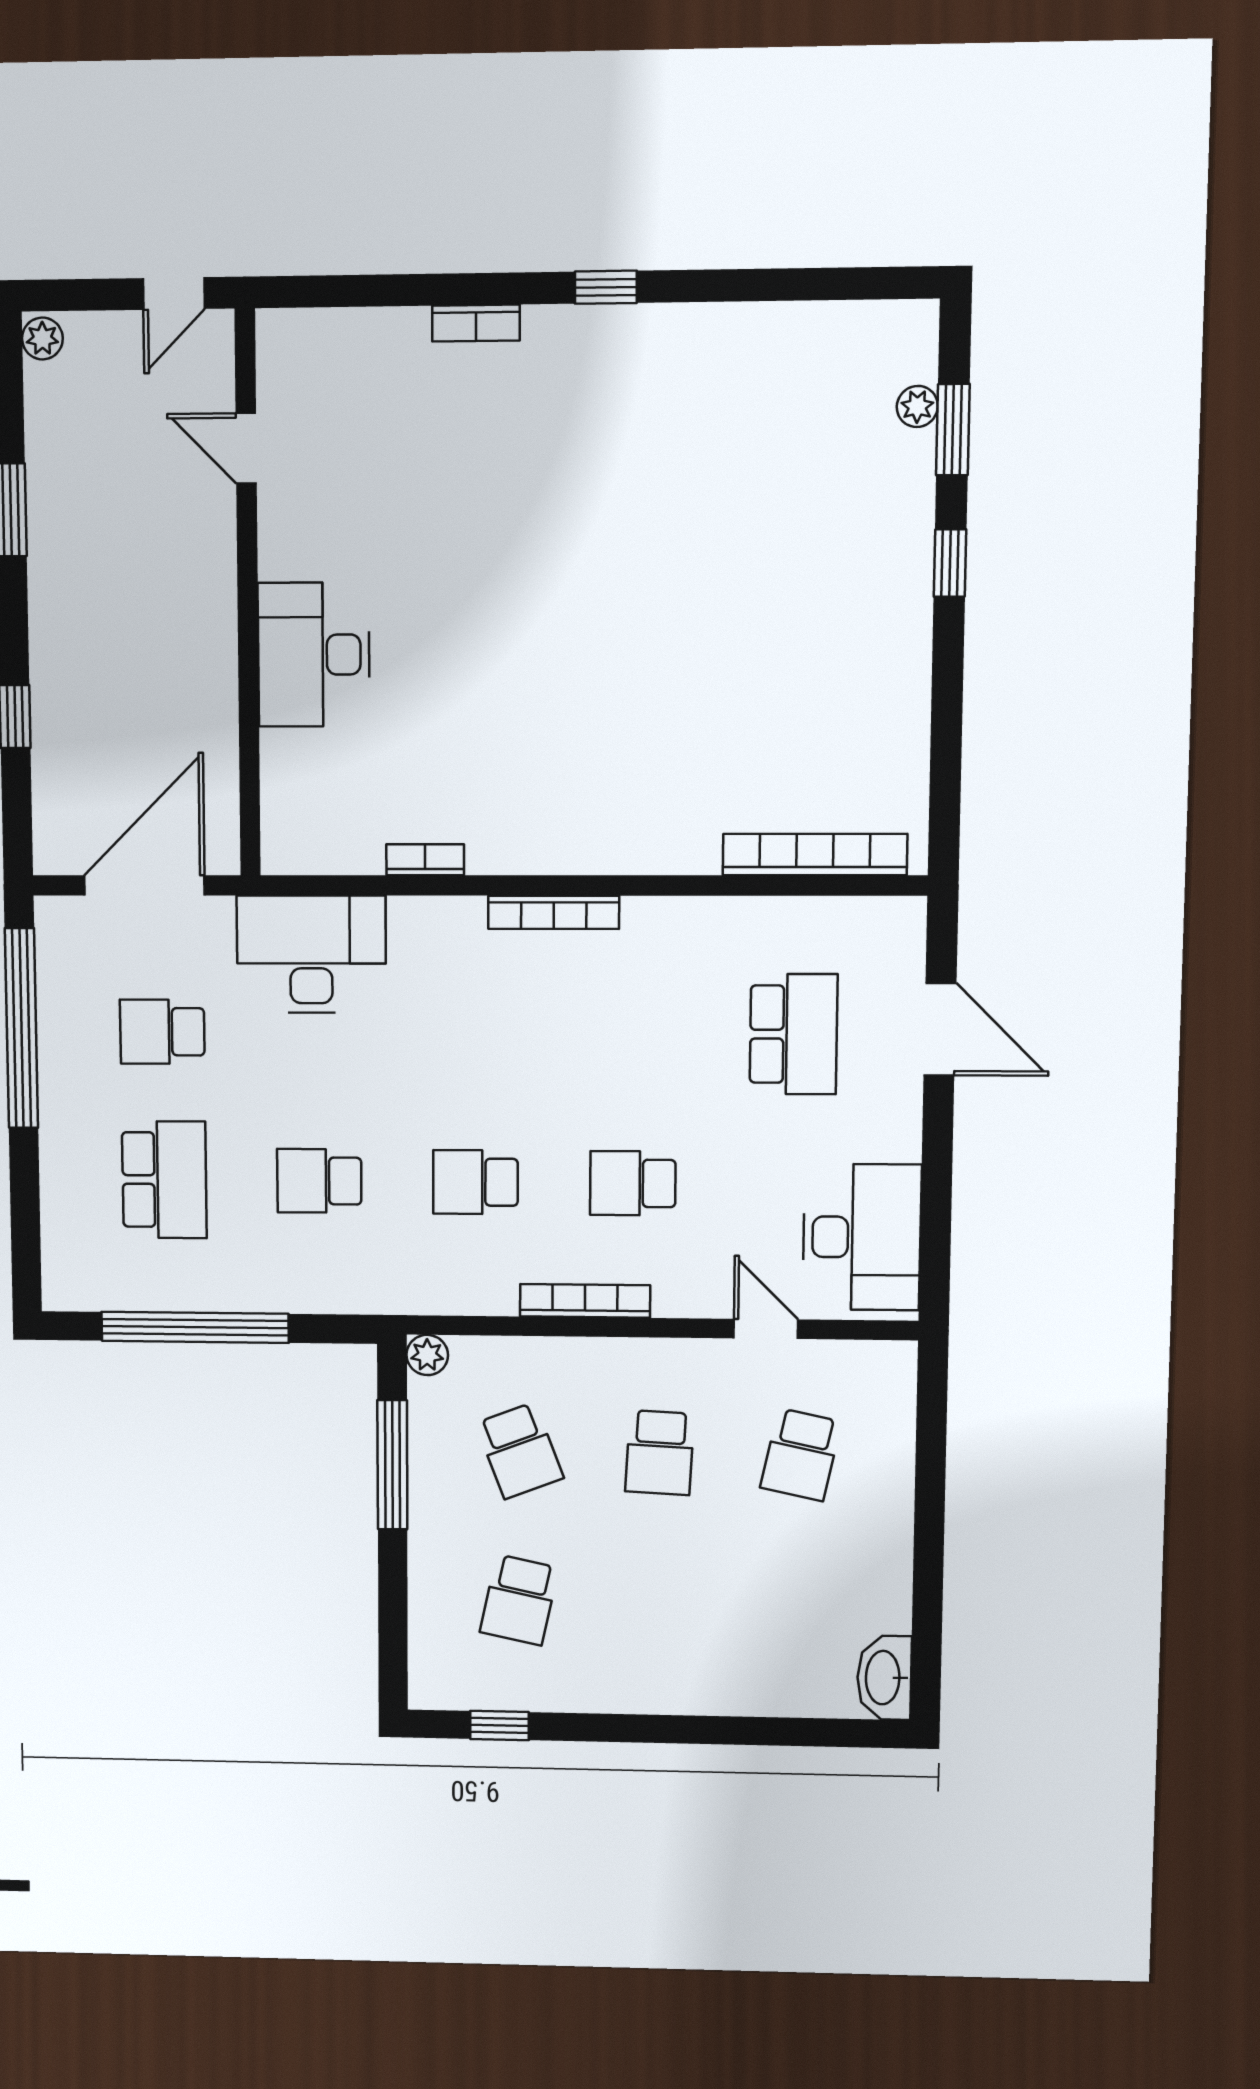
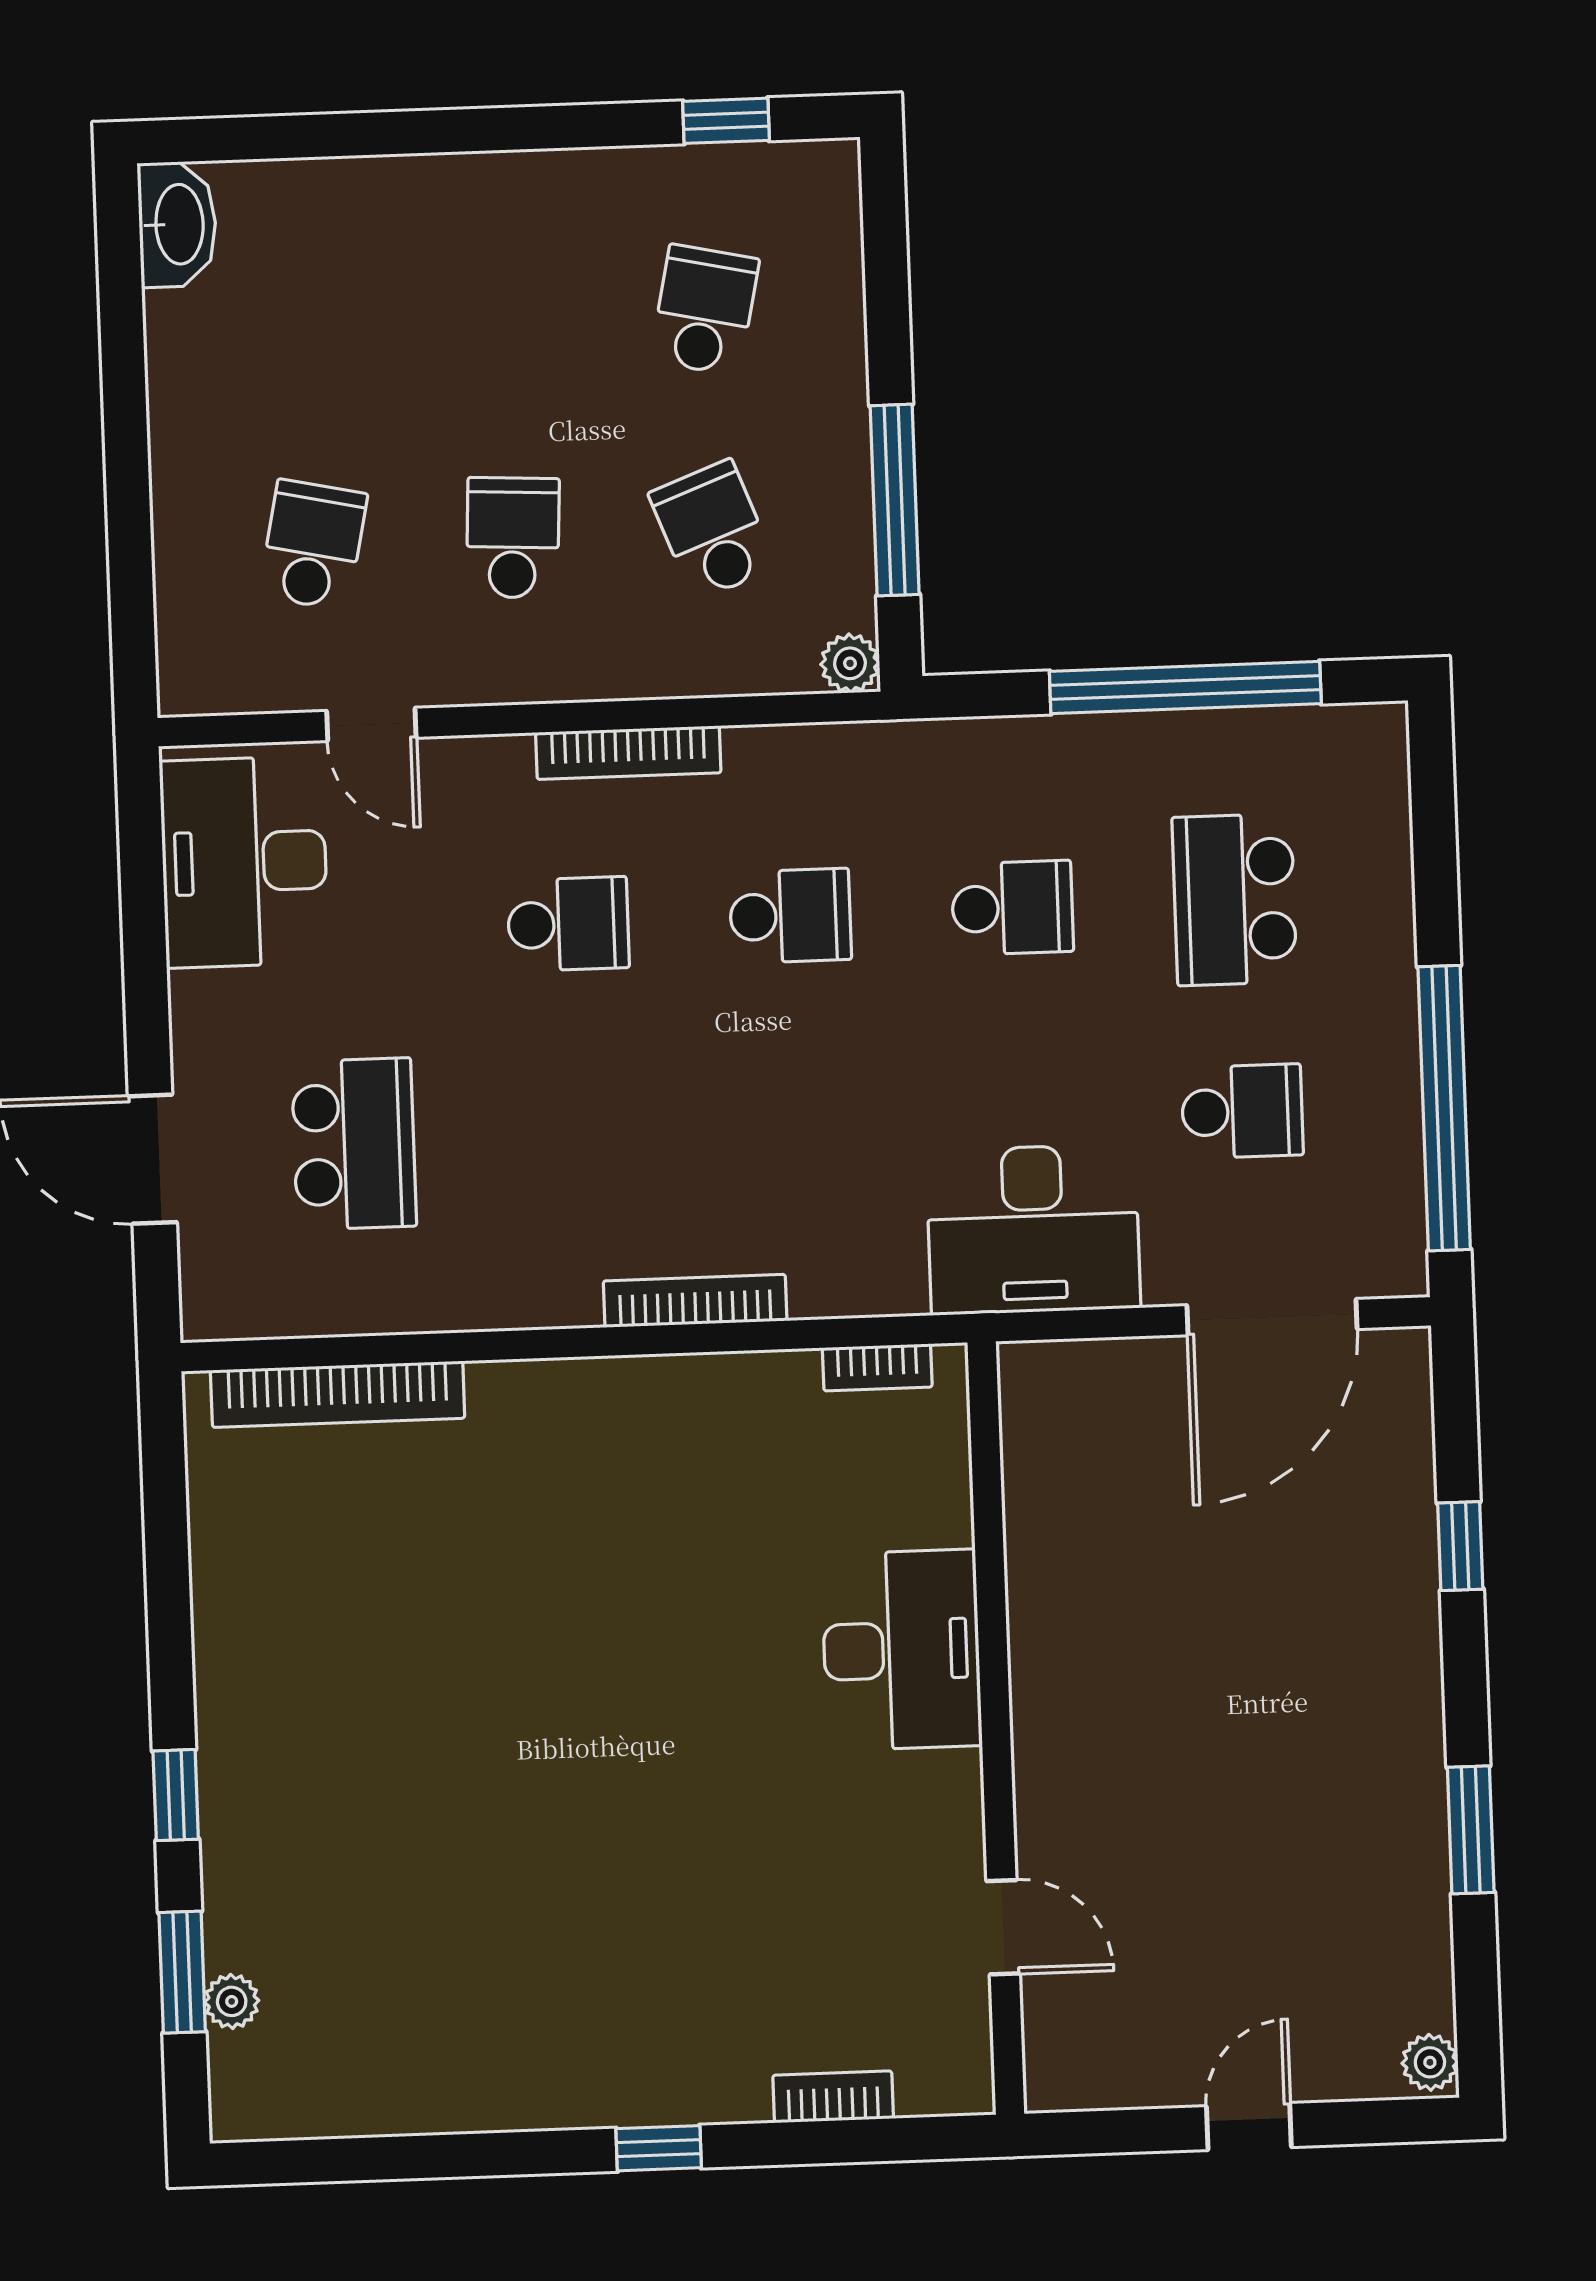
door: (246, 448) -> (1003, 1927), moved
wall: (248, 595) -> (996, 1728), moved
desk: (314, 655) -> (902, 1650), moved
school desk: (794, 1034) -> (354, 1144), turned 180

